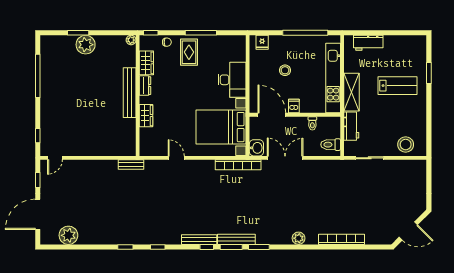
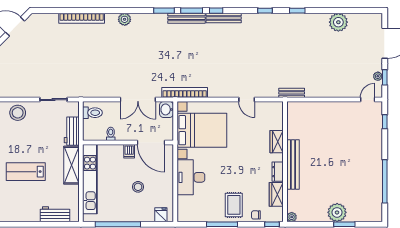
plant: (45, 181) -> (378, 76), added
plant: (68, 235) -> (338, 22), moved

